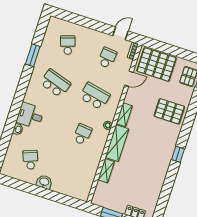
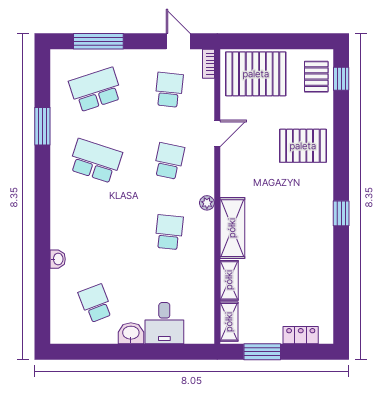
window: (78, 19) -> (98, 41), added
door: (120, 33) -> (178, 41), hinge flipped
school desk: (68, 45) -> (96, 90), width x1.85
door: (129, 79) -> (217, 133), moved
school desk: (95, 96) -> (169, 161), width x0.54
desk: (30, 115) -> (164, 323), moved, turned -90
shelving: (124, 115) -> (229, 322), moved

